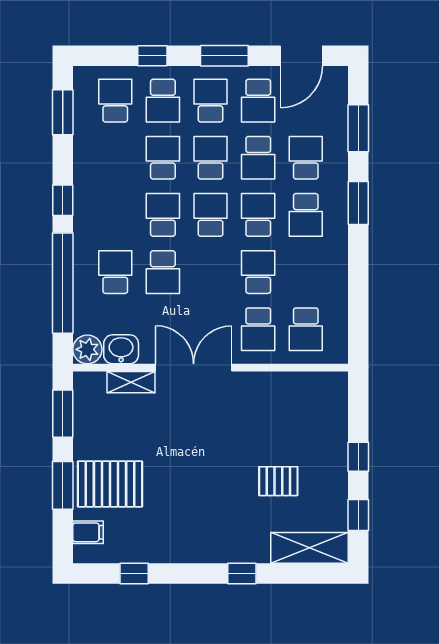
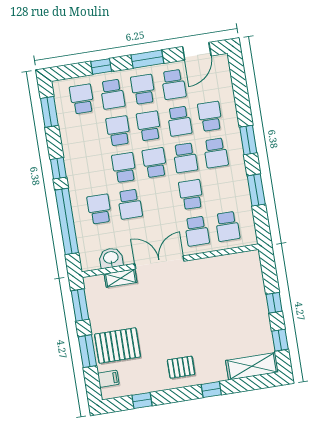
window: (358, 128) -> (256, 190), moved
school desk: (258, 215) -> (185, 158), turned 180
plant: (87, 349) -> (89, 261), removed
pallet: (278, 481) -> (181, 367), moved

